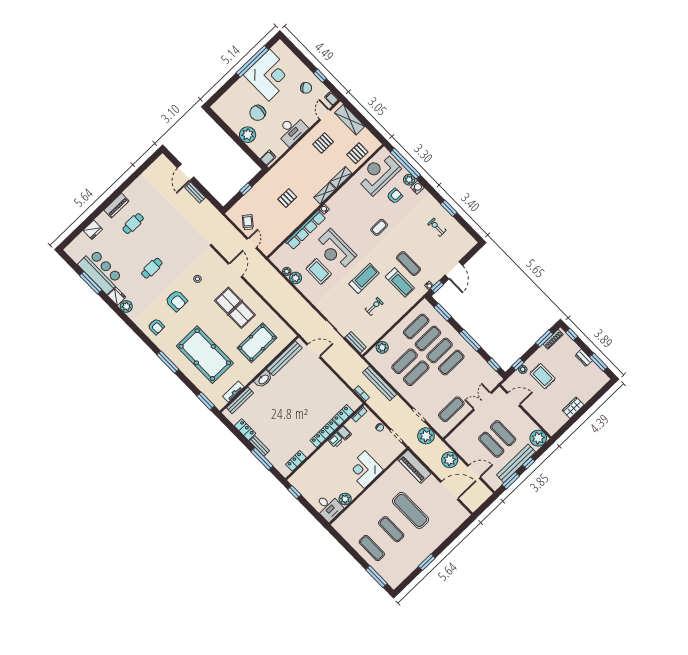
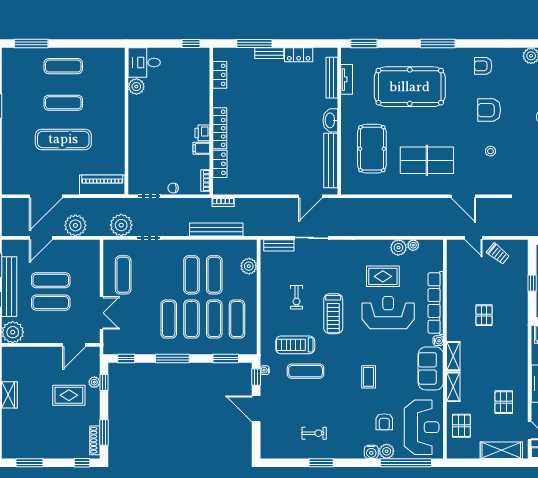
sofa: (343, 199) -> (431, 368), added
dresser: (584, 358) -> (48, 452), removed
corner desk: (365, 469) -> (147, 133), removed

